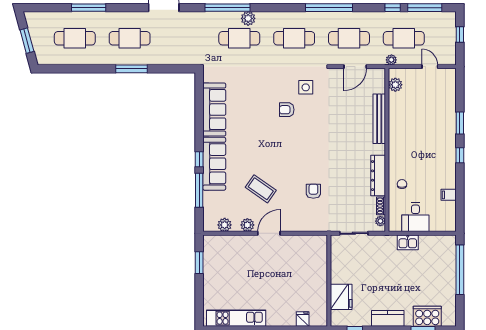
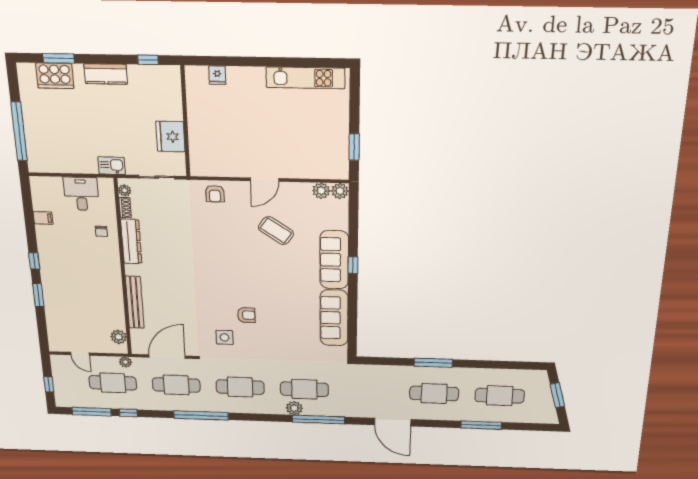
door: (355, 67) -> (167, 357), width x1.36
window: (199, 190) -> (353, 231), removed
armchair: (313, 191) -> (215, 194), moved
plant: (247, 225) -> (340, 191), moved
kitchen sink: (408, 242) -> (112, 166), moved
fridge: (341, 297) -> (170, 137), moved

